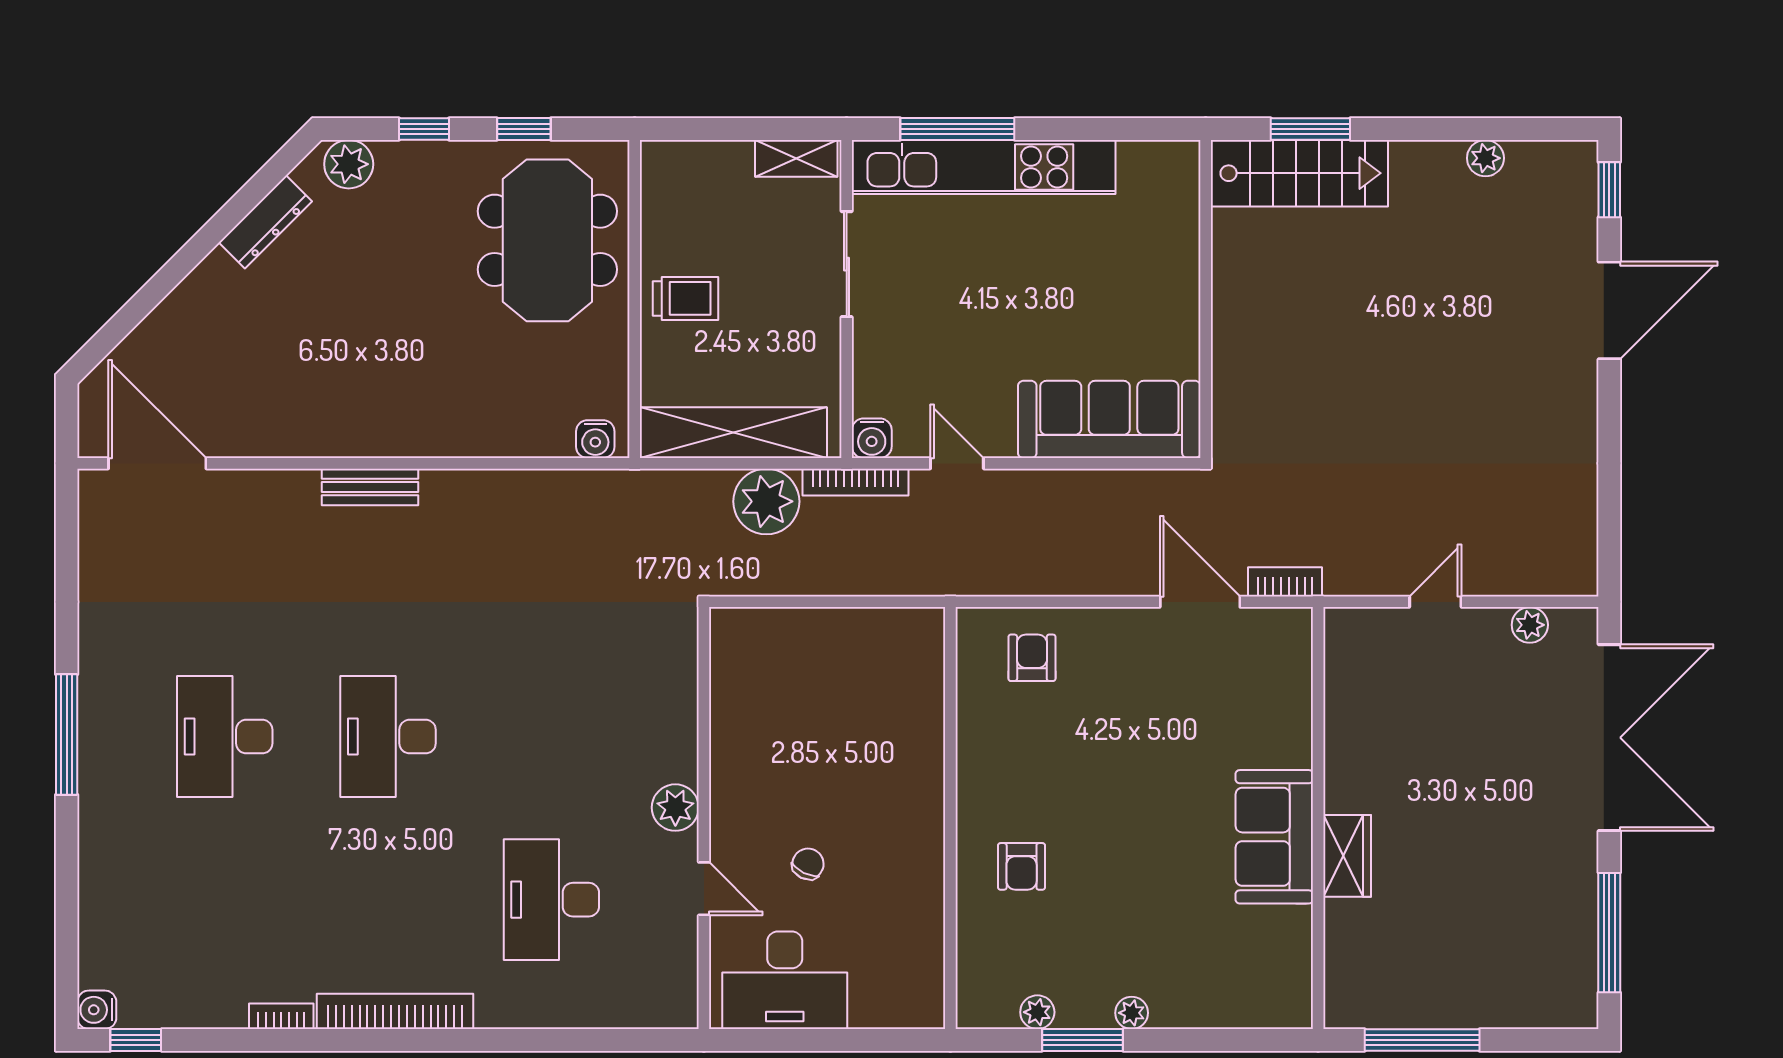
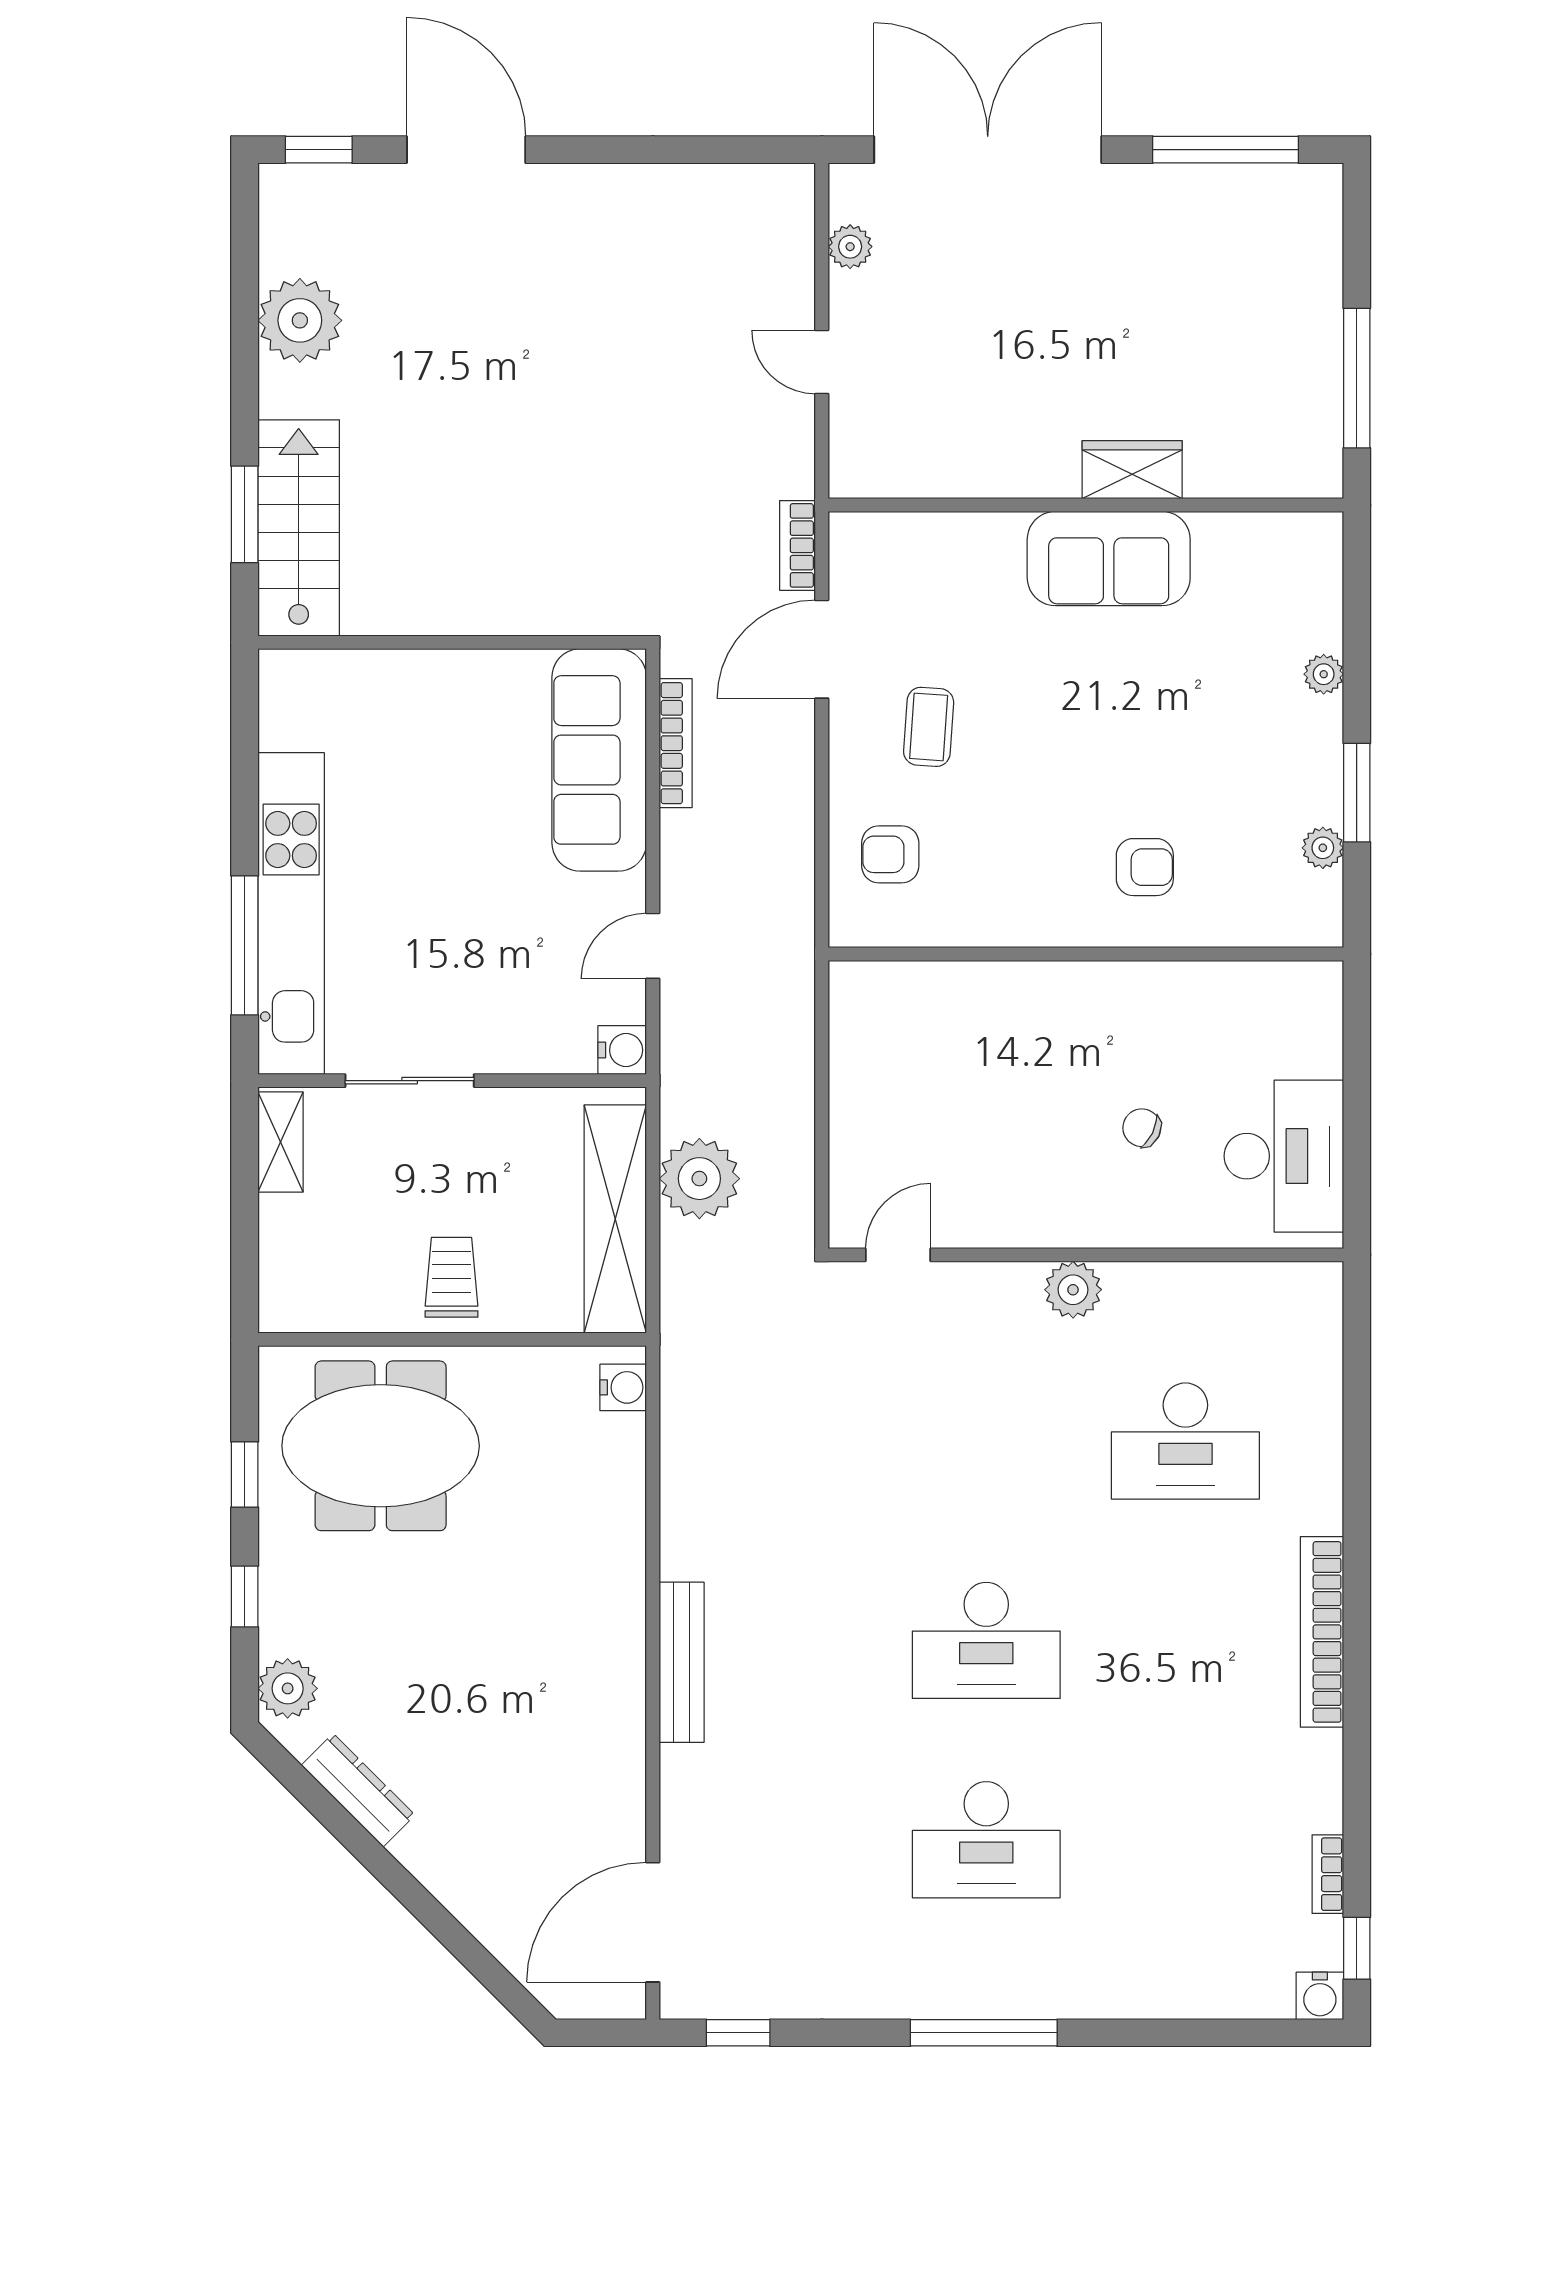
plant: (1485, 158) -> (300, 320), width x1.88, depth x1.88
bookcase: (856, 482) -> (676, 743), moved
bench: (370, 487) -> (682, 1662), width x1.36
window: (67, 533) -> (738, 2033), added
coffee table: (1136, 689) -> (929, 727), added
door: (704, 889) -> (898, 1255), moved
plant: (1132, 1013) -> (1324, 674), moved
bookcase: (281, 1016) -> (1328, 1874), moved

